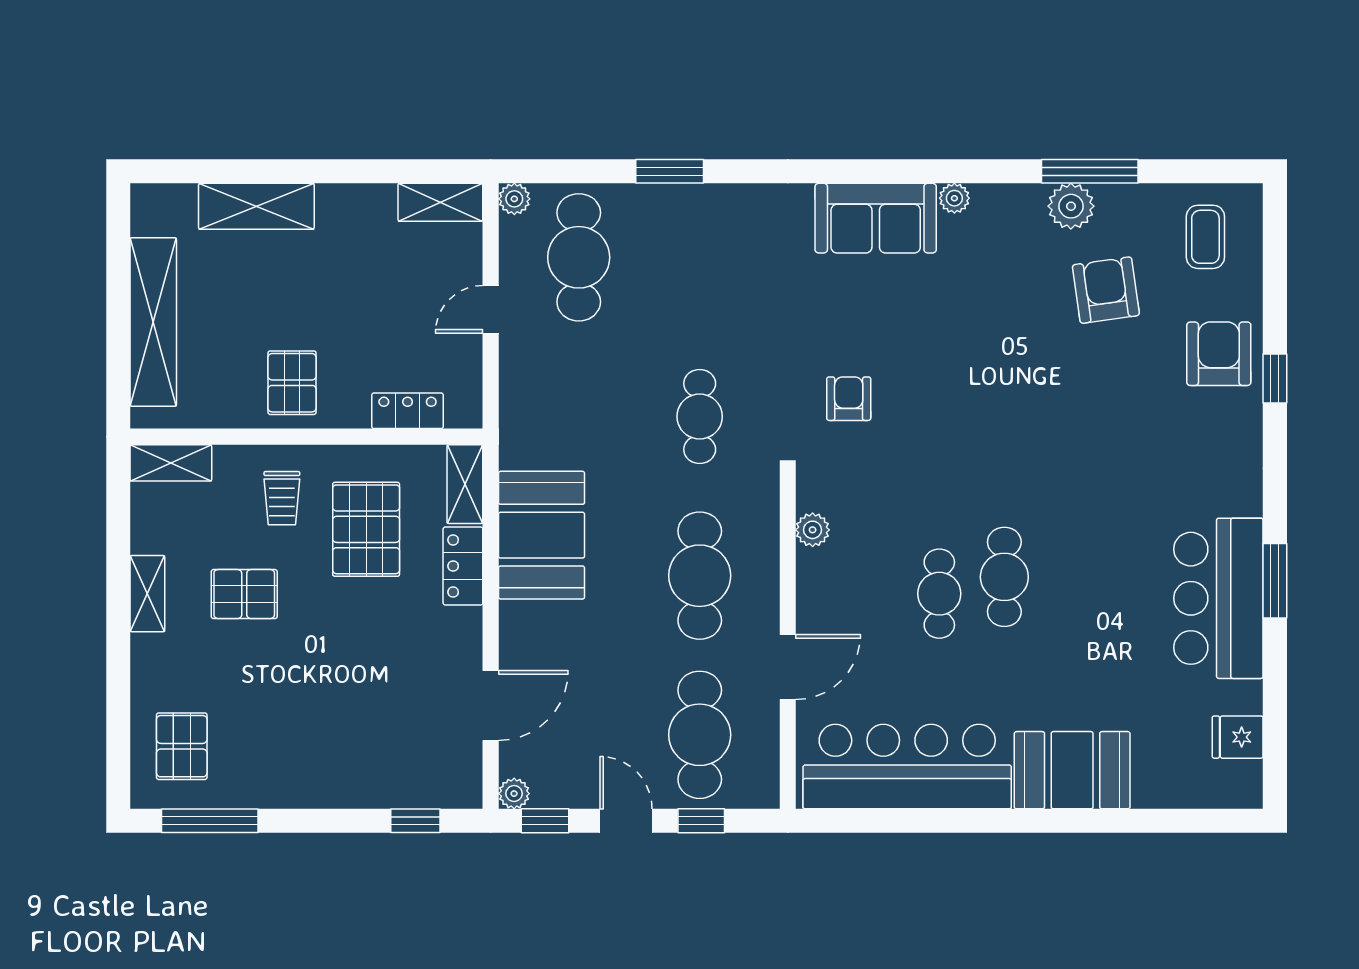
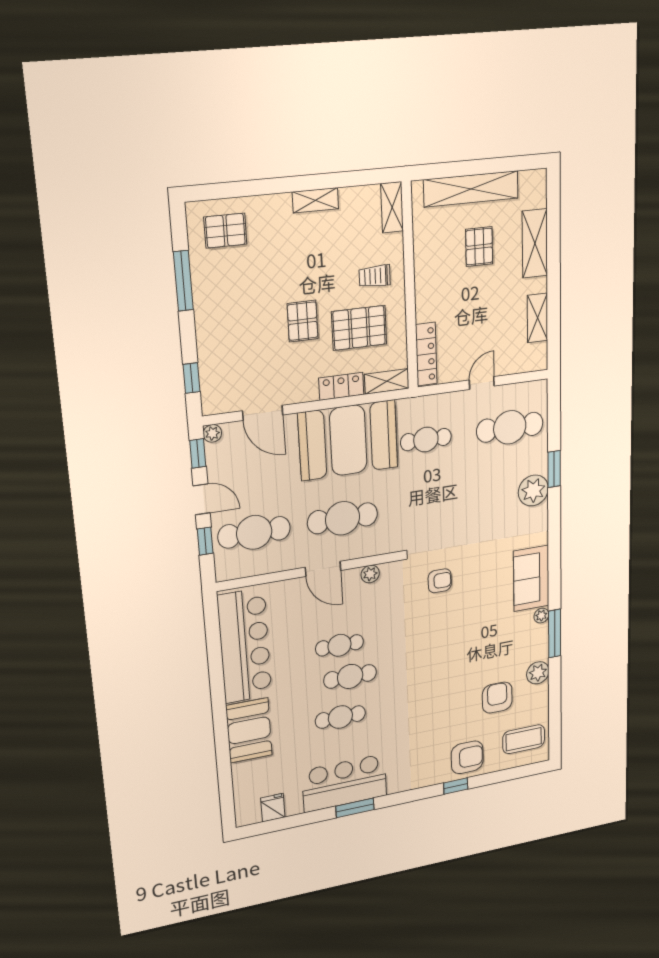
window: (1090, 171) -> (555, 633), moved
plant: (514, 199) -> (533, 491), moved, width x1.87, depth x1.87
shelving: (440, 202) -> (537, 318), moved
coffee table: (1205, 237) -> (524, 739), width x1.36, depth x1.30
armchair: (1106, 290) -> (497, 698), turned -82
door: (491, 309) -> (482, 383), hinge flipped
pallet: (292, 383) -> (479, 247), moved, turned 90
locker: (408, 411) -> (426, 354), width x1.53
cafe table: (700, 416) -> (426, 440), moved
booth: (542, 535) -> (348, 440), width x1.36, depth x1.42
pallet: (244, 594) -> (303, 321), moved
cafe table: (1082, 599) -> (340, 717), added
door: (788, 667) -> (323, 569), moved
window: (210, 821) -> (183, 281), moved
door: (626, 821) -> (202, 499), hinge flipped

